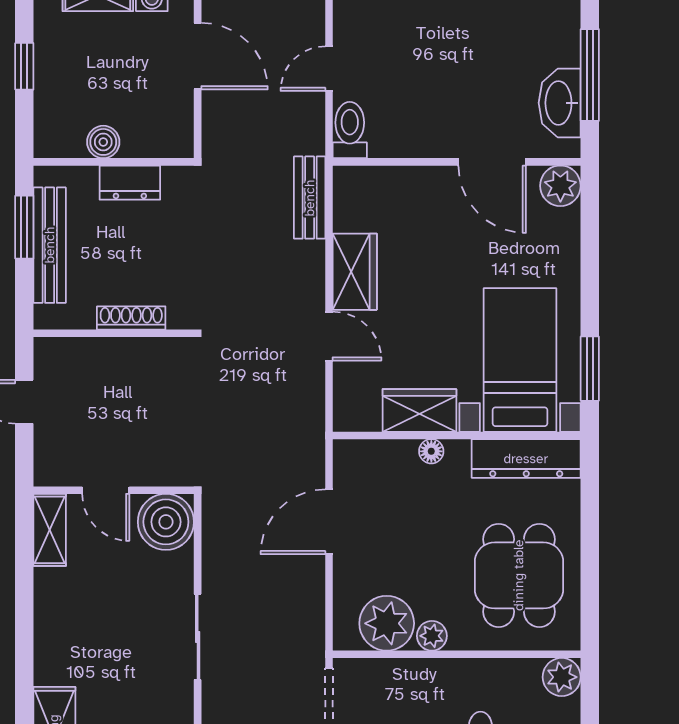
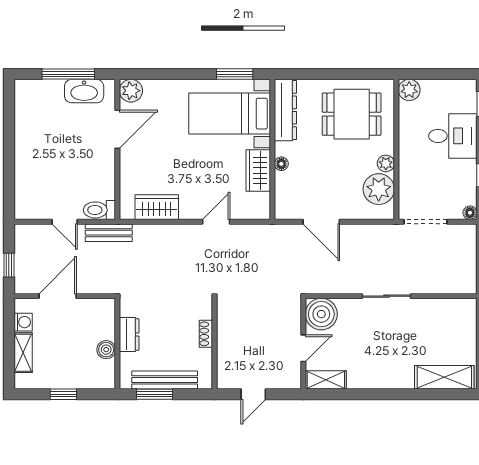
bench: (310, 198) -> (109, 233), moved
wardrobe: (355, 272) -> (157, 207), moved
shoe rack: (131, 318) -> (206, 334), width x0.70

